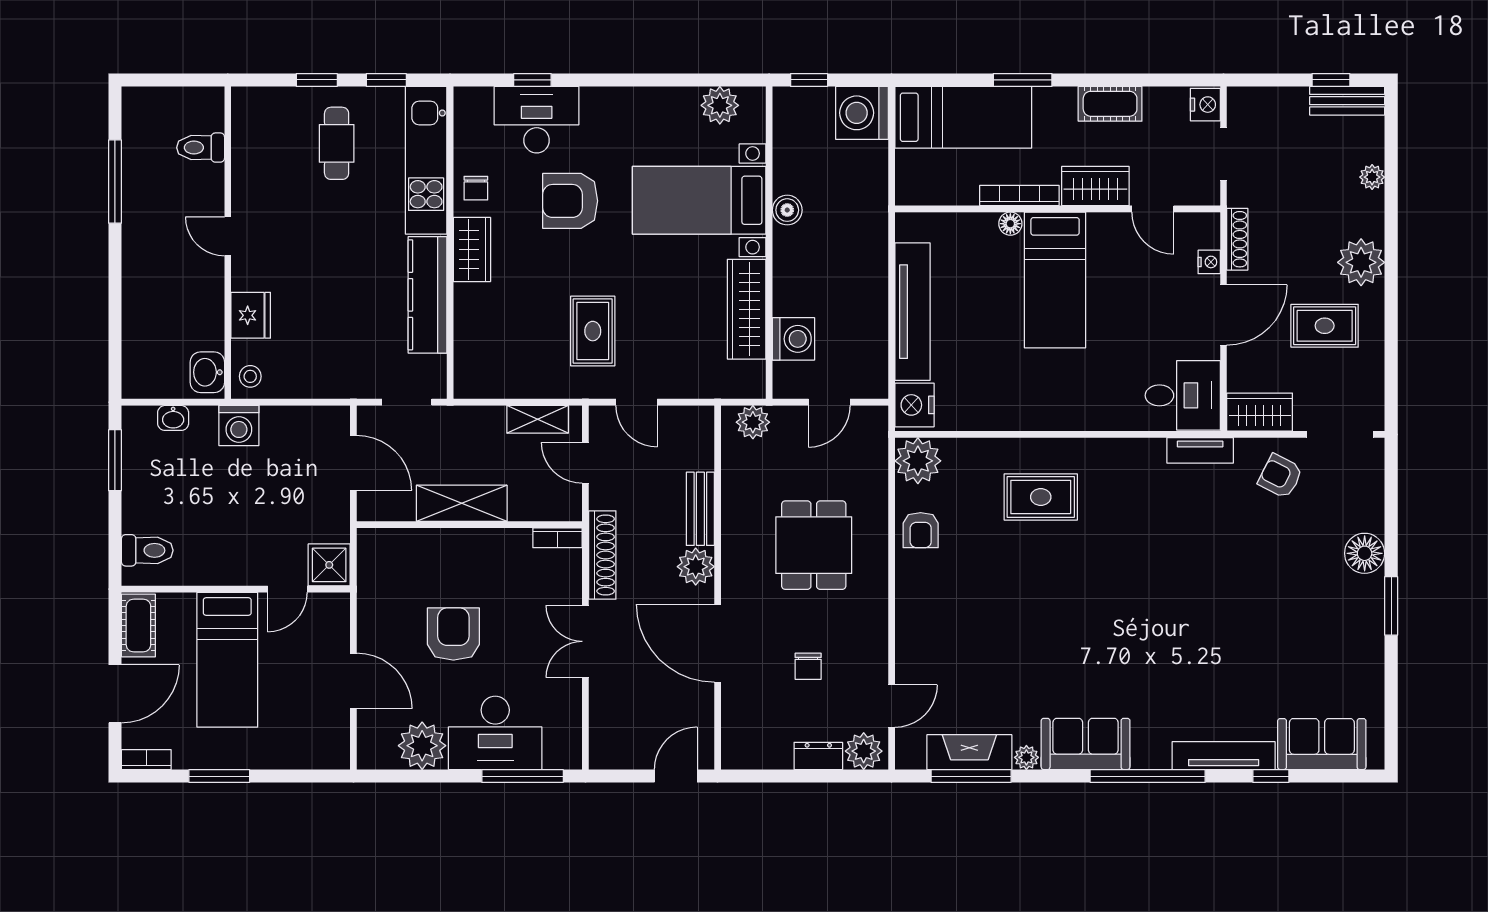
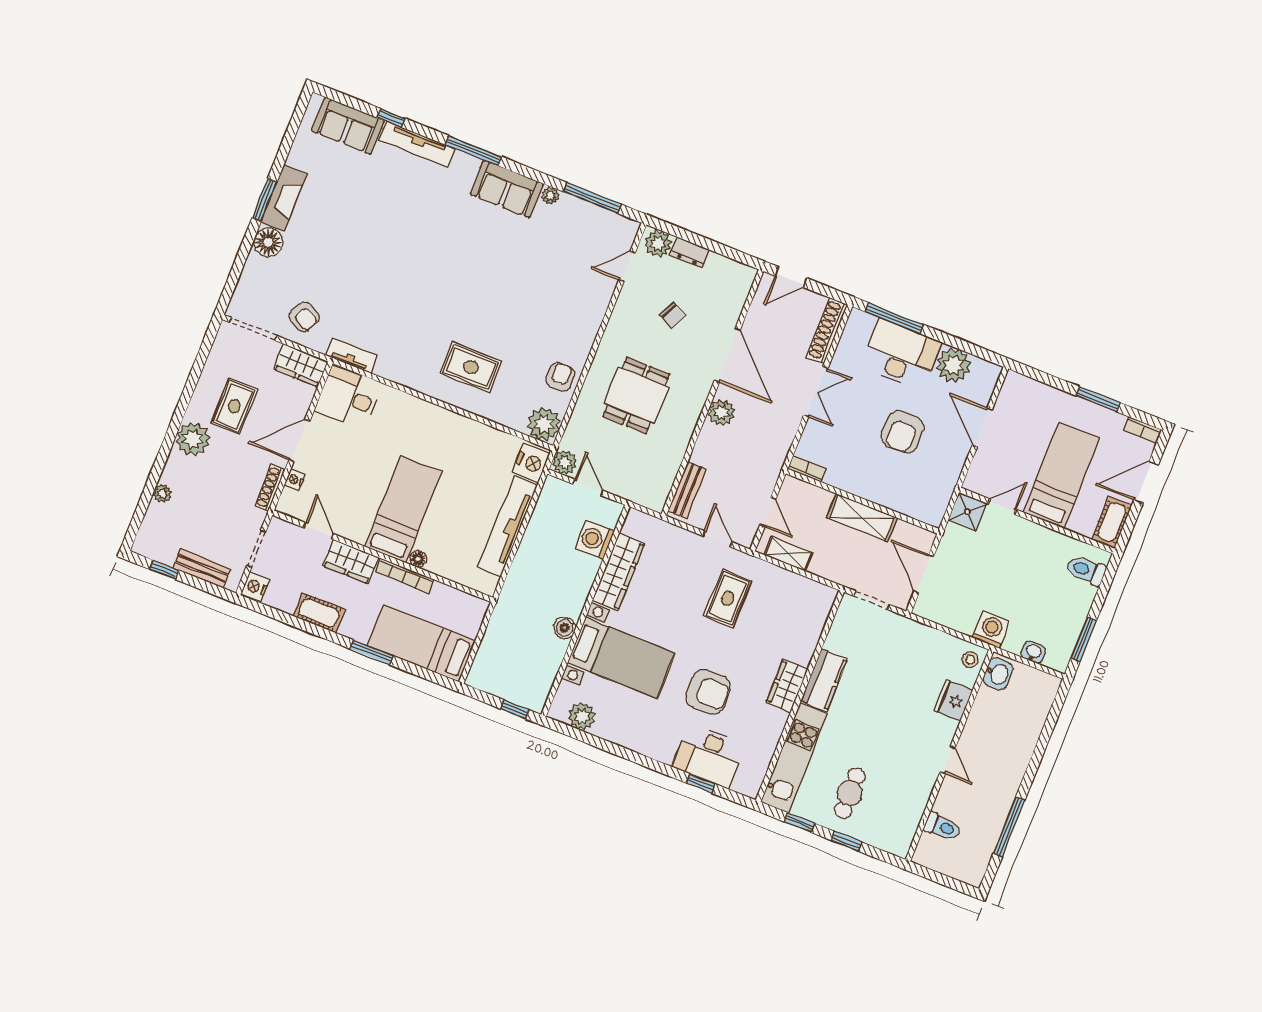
bench: (1347, 101) -> (202, 569), moved
washing machine: (862, 113) -> (488, 673), removed
chair: (476, 188) -> (768, 726), removed
kitchen counter: (427, 295) -> (824, 680), width x0.67
rug: (1325, 326) -> (234, 406), turned 90
door: (829, 402) -> (588, 487), hinge flipped
plant: (753, 422) -> (565, 463), moved
bench: (700, 509) -> (687, 490), moved
shoe rack: (602, 555) -> (827, 331), moved
chair: (808, 666) -> (673, 315), turned 115
fireplace: (969, 752) -> (284, 198), moved, turned -90
window: (1148, 776) -> (474, 151), width x0.68

